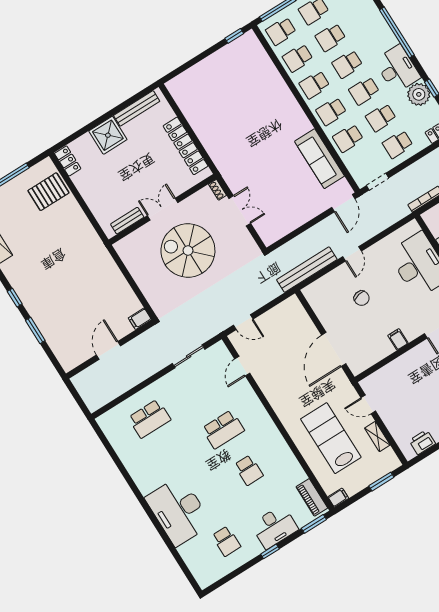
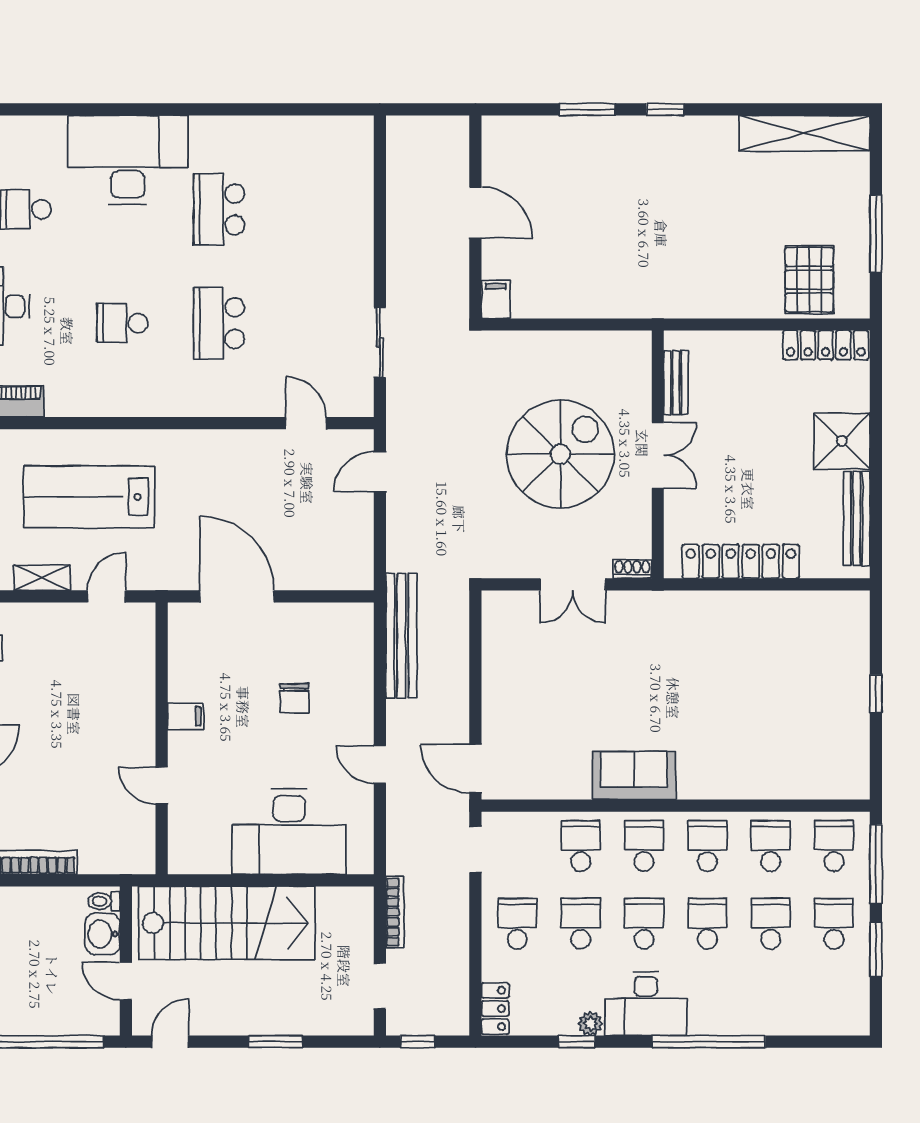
window: (234, 36) -> (876, 694), moved
plant: (419, 94) -> (590, 1024), width x0.53, depth x0.53
sofa: (320, 159) -> (634, 776), moved, width x0.73
locker: (68, 161) -> (826, 345), width x1.53
door: (352, 254) -> (380, 765), moved
chair: (362, 298) -> (294, 698), turned -77
school desk: (149, 419) -> (219, 209), moved
lab bench: (331, 438) -> (89, 497), turned 180

